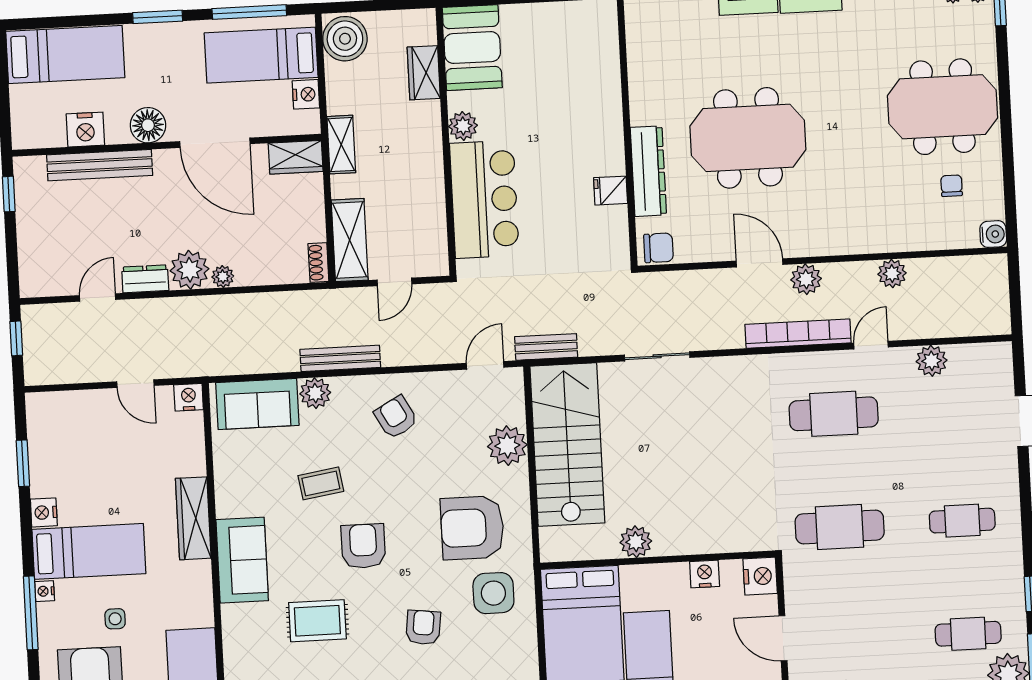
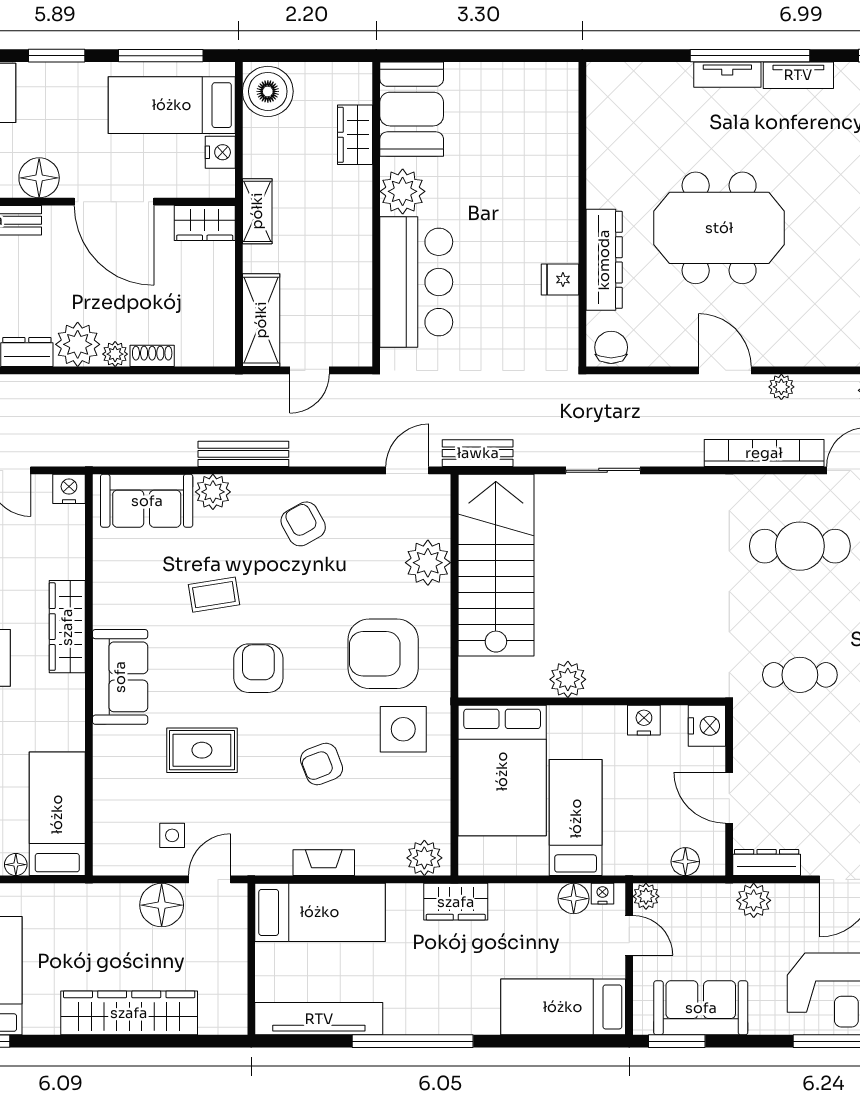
plant: (463, 126) -> (403, 191), width x1.36, depth x1.36
chair: (659, 248) -> (611, 347), turned -90
shoe rack: (318, 263) -> (152, 356), moved, turned 90
plant: (806, 279) -> (781, 387), width x0.73, depth x0.73
cafe table: (840, 527) -> (800, 675), width x0.73, depth x0.74
armchair: (423, 627) -> (322, 764), turned -118

